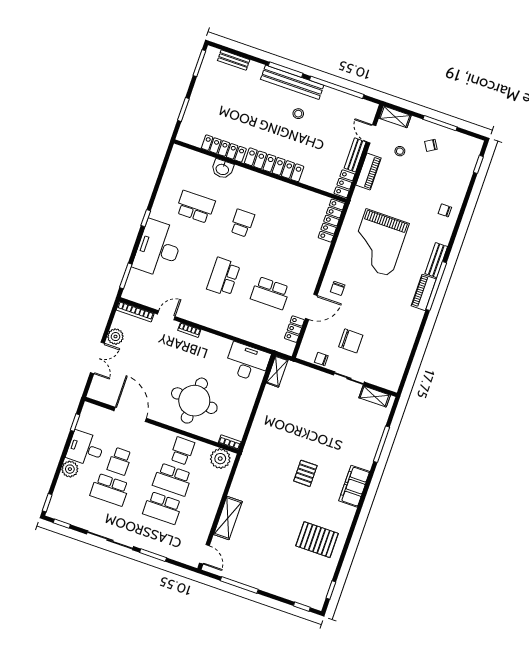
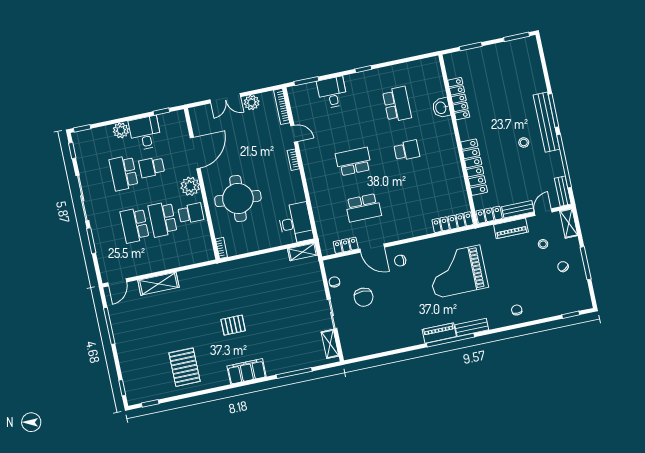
bench: (234, 60) -> (563, 191), moved
locker: (274, 165) -> (474, 167), moved
desk: (158, 249) -> (332, 92), width x0.53, depth x0.77
school desk: (270, 293) -> (363, 208), turned -90
plant: (220, 459) -> (190, 186), moved

